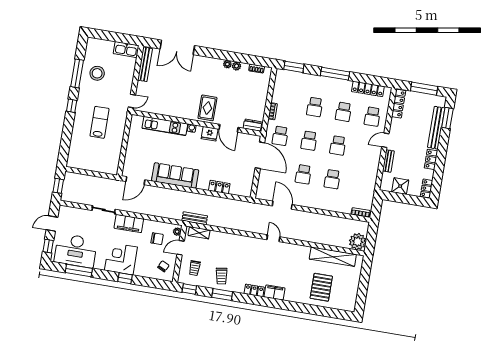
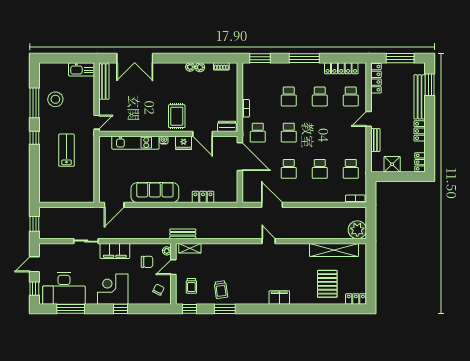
school desk: (338, 145) -> (351, 169), moved
locker: (254, 290) -> (356, 299), moved

